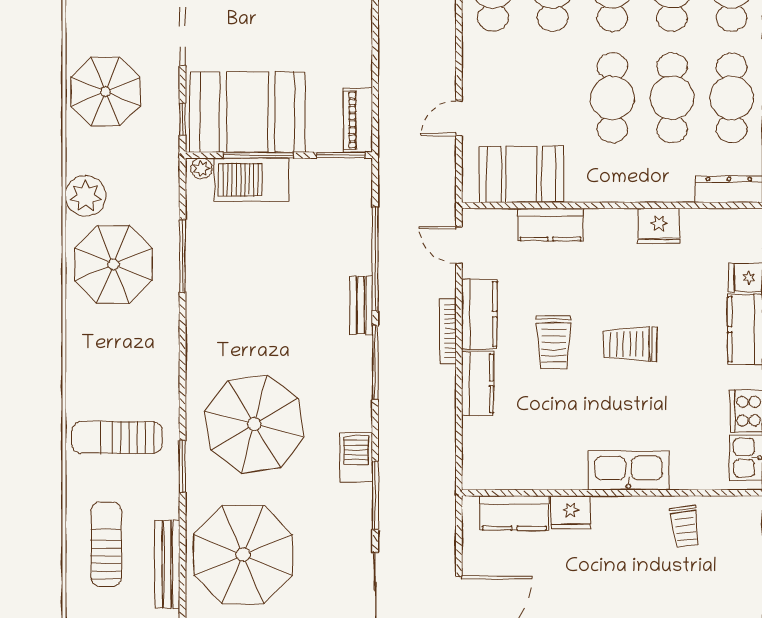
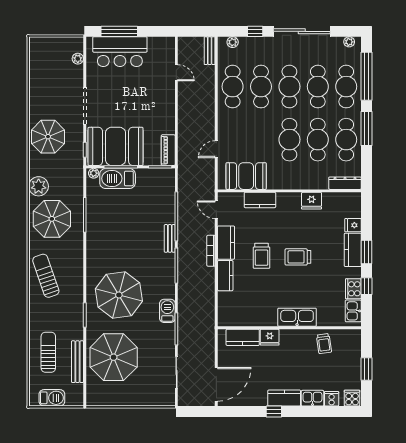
sun lounger: (117, 438) -> (46, 276), moved, turned 71

